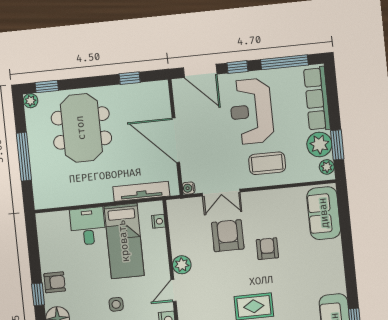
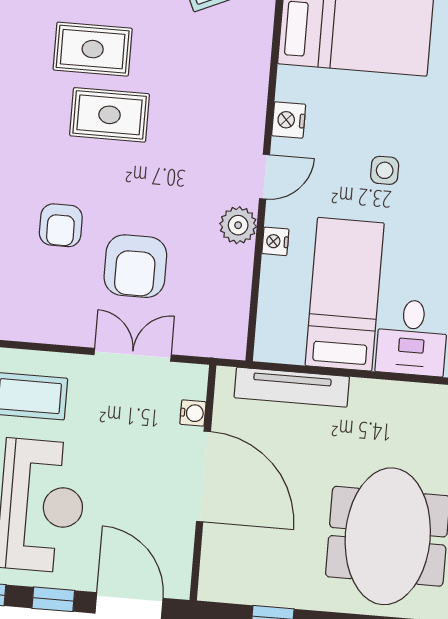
water cooler: (189, 188) -> (193, 413), moved
nightstand: (158, 221) -> (275, 241), moved

